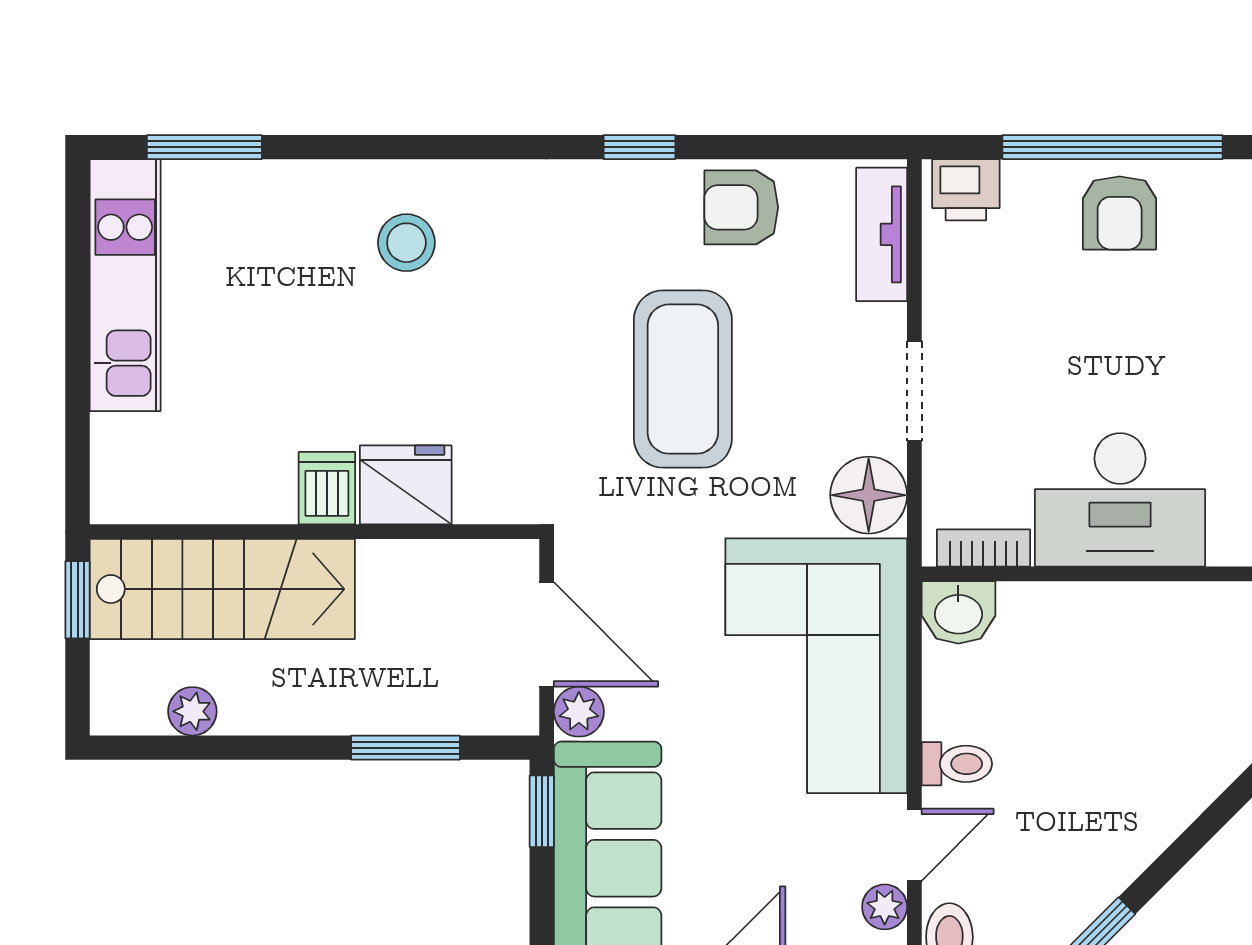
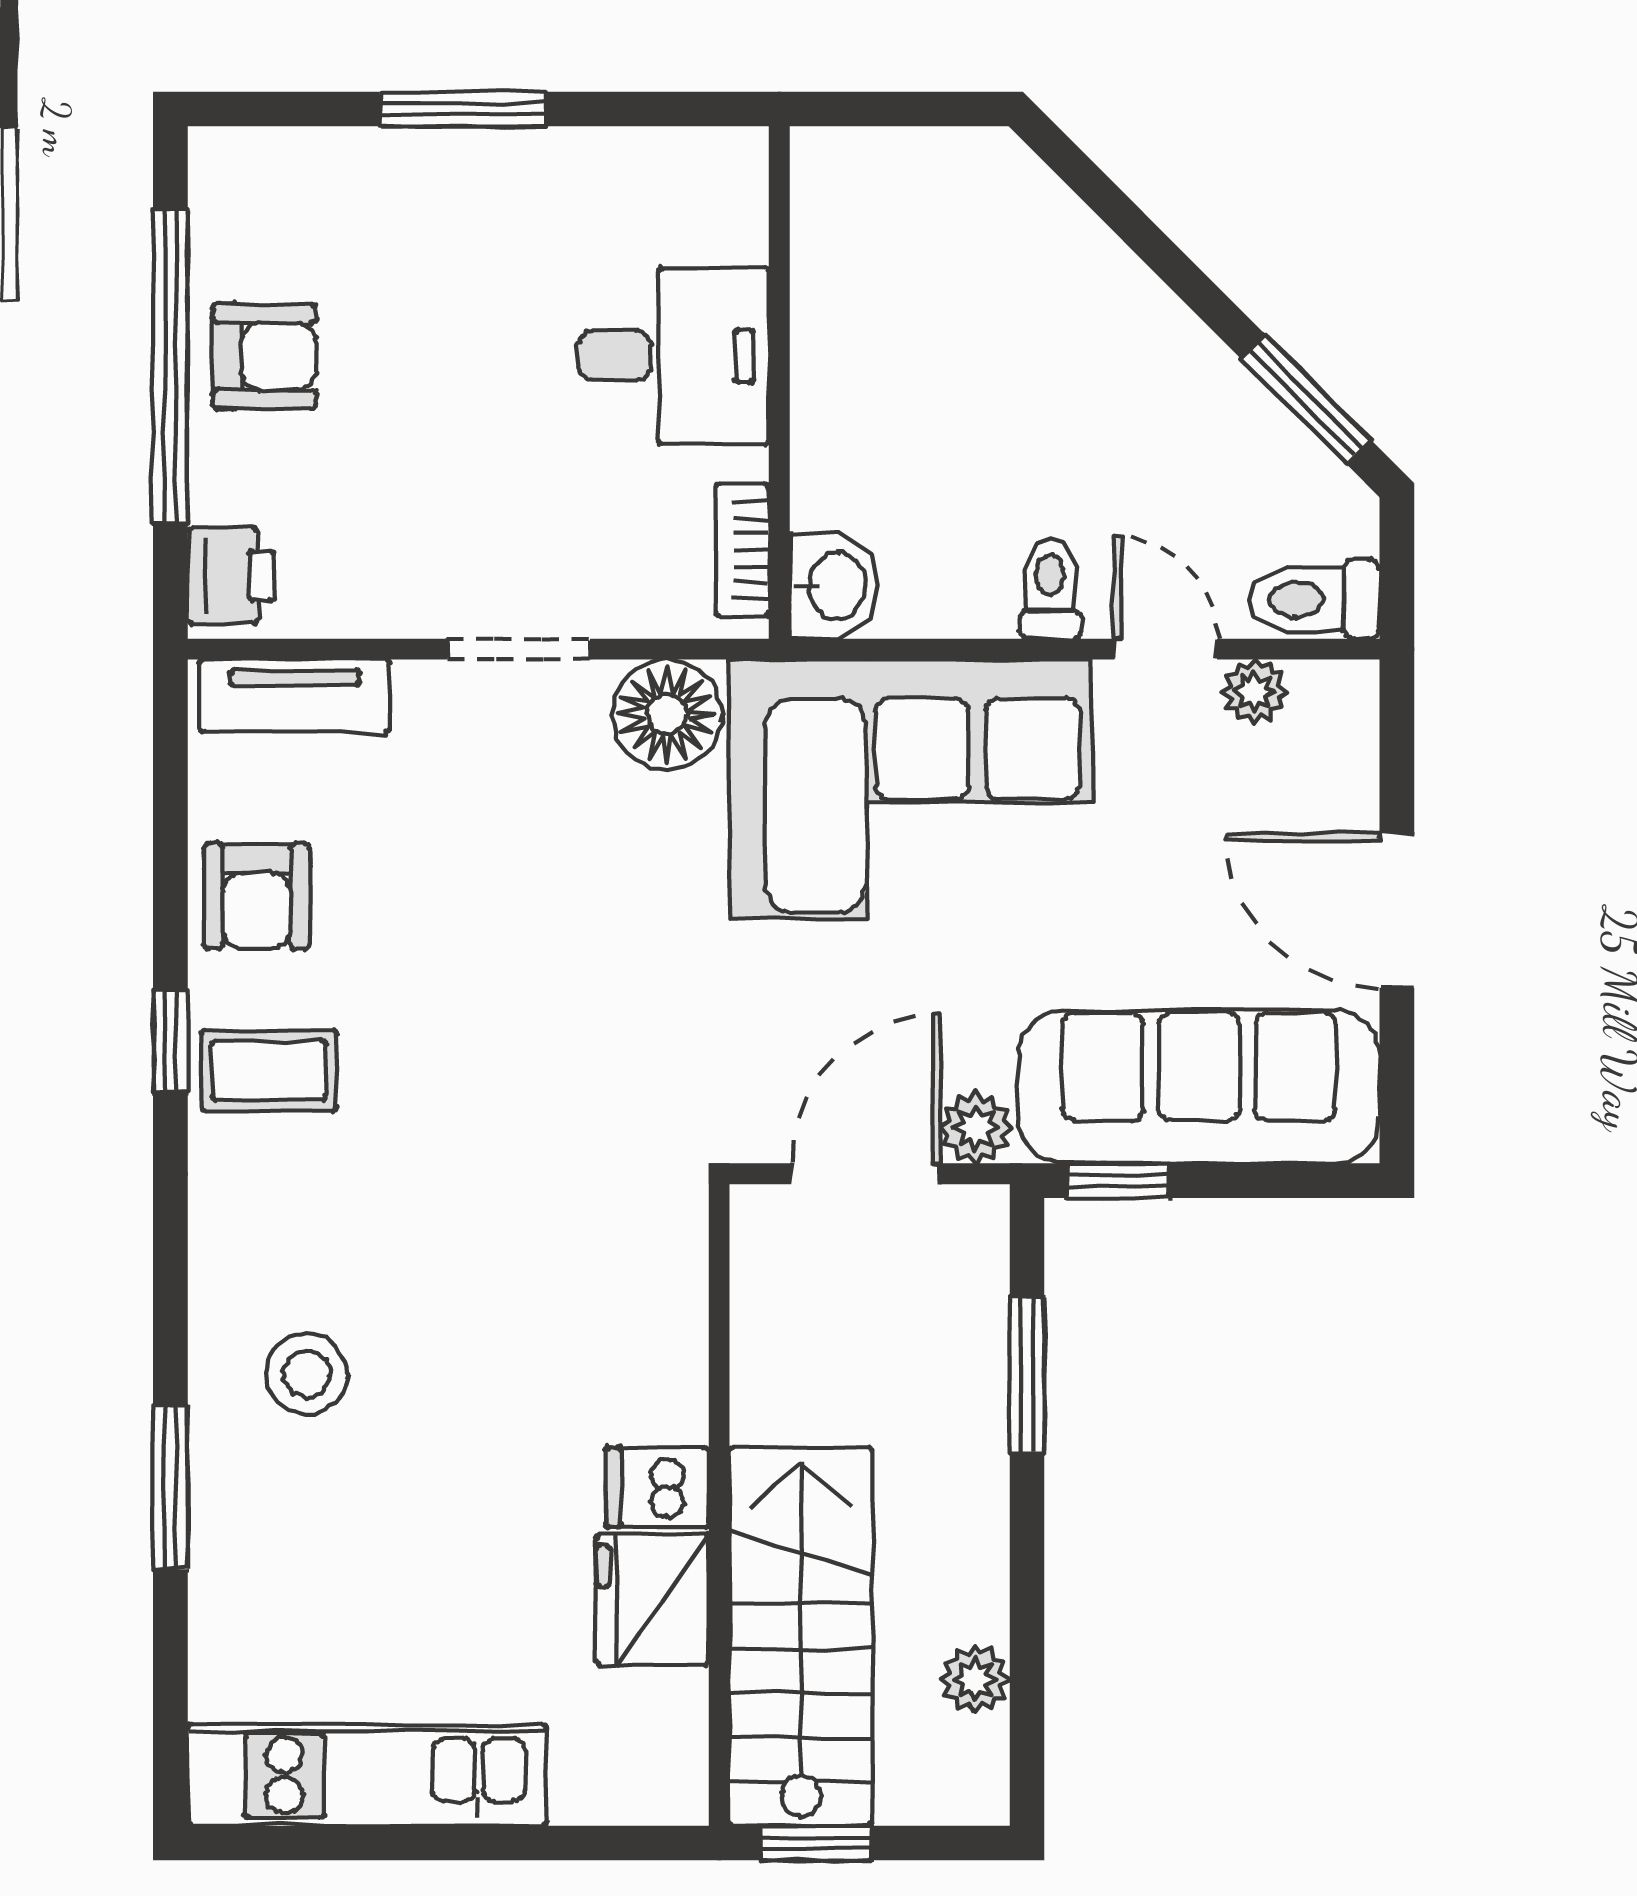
window: (204, 147) -> (170, 1487), moved
coffee table: (683, 379) -> (269, 1071), moved, width x0.54, depth x0.58
fridge: (406, 485) -> (652, 1600), moved
desk: (1120, 500) -> (674, 356), width x0.73

